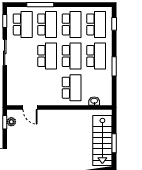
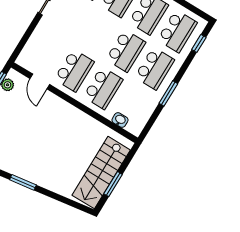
school desk: (47, 56) -> (74, 71), moved

